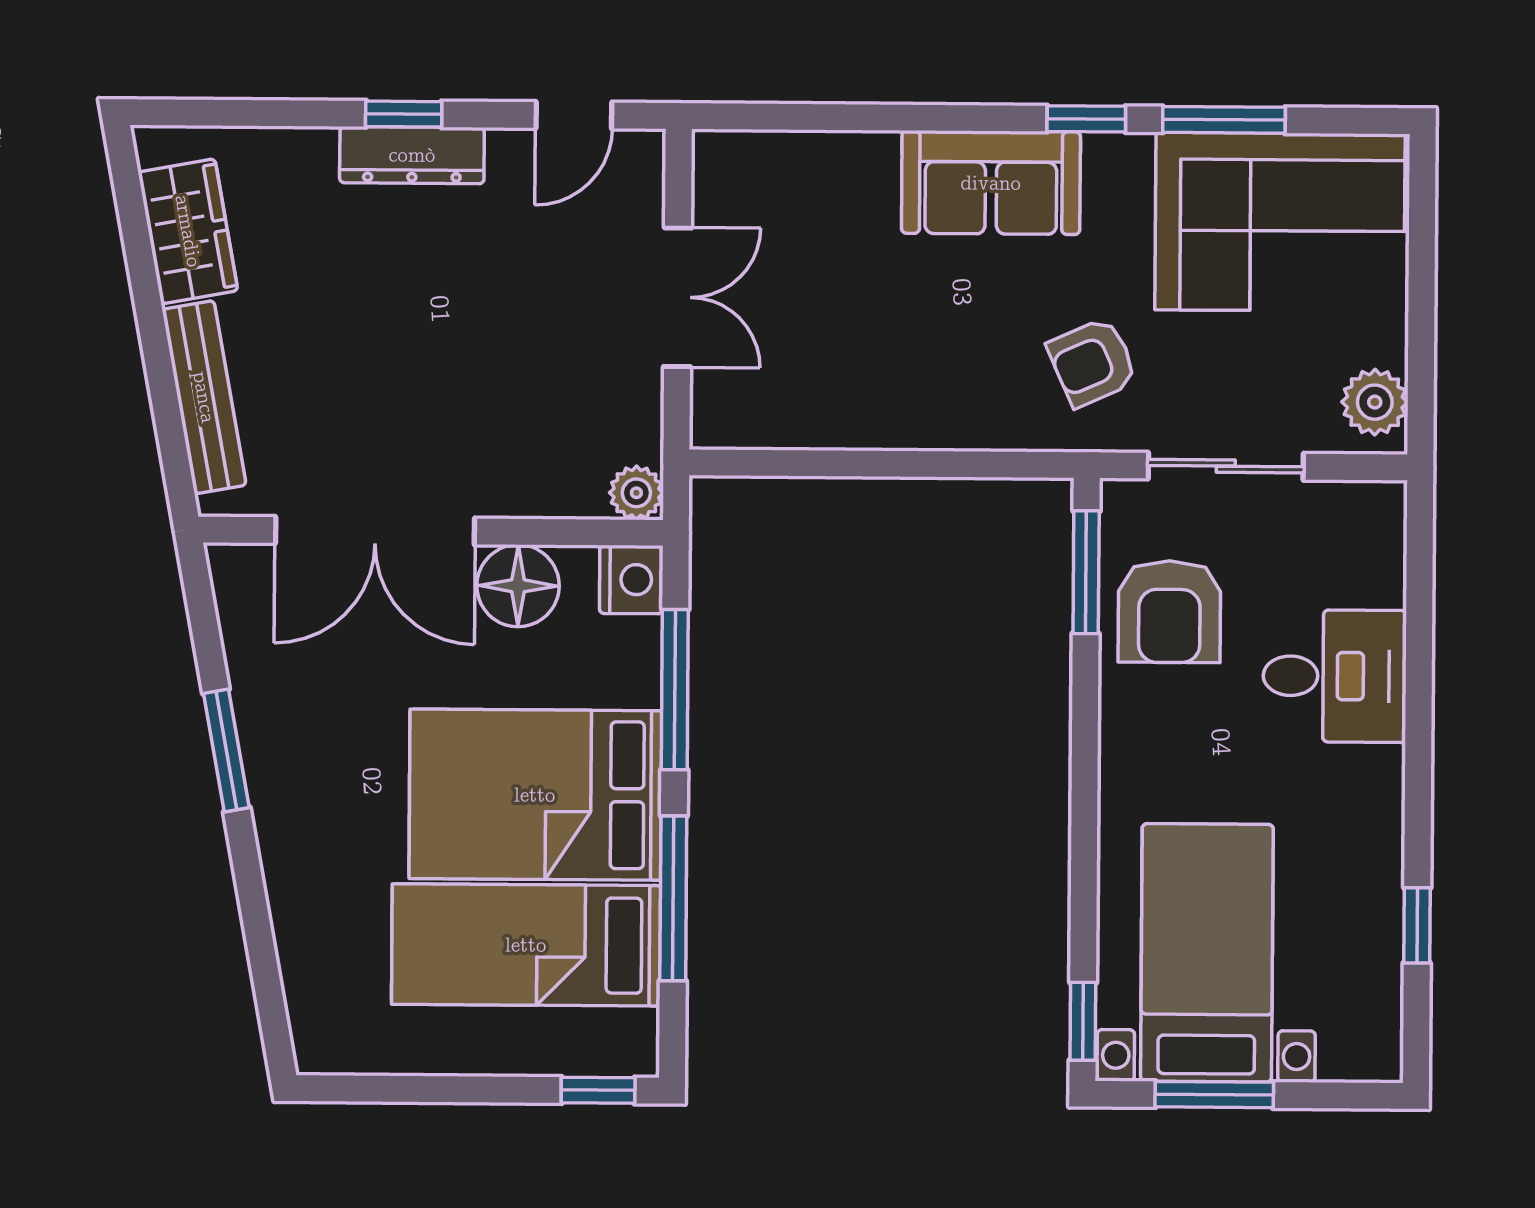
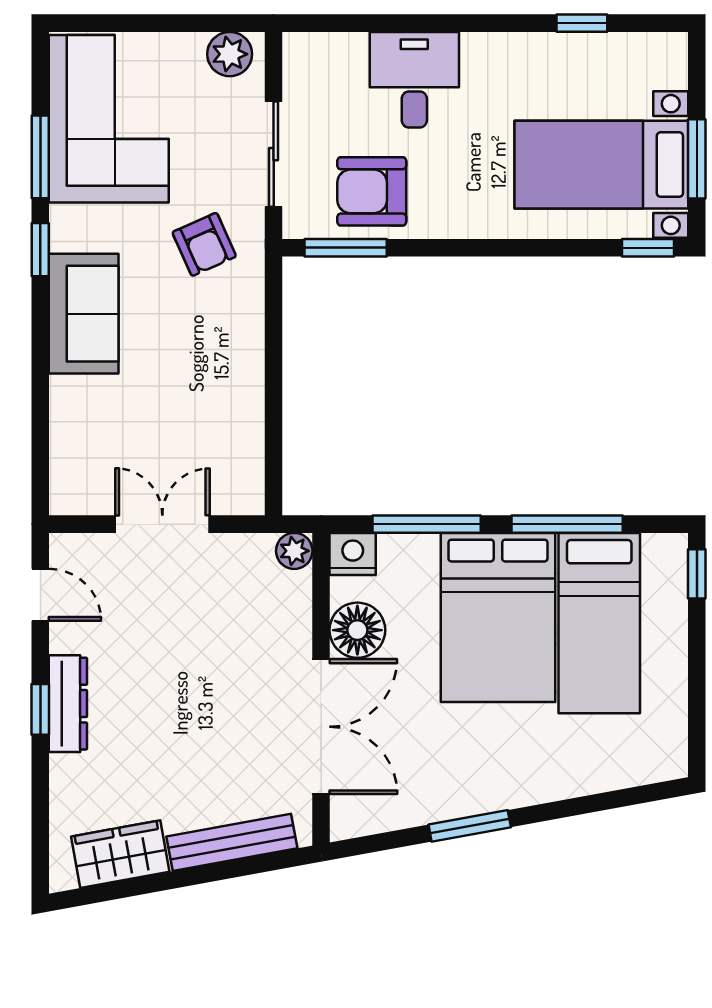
armchair: (1169, 612) -> (372, 191), turned 180

